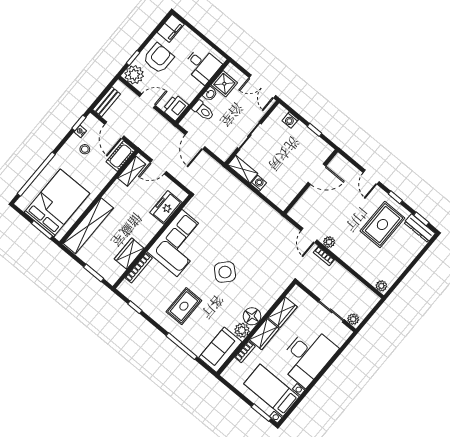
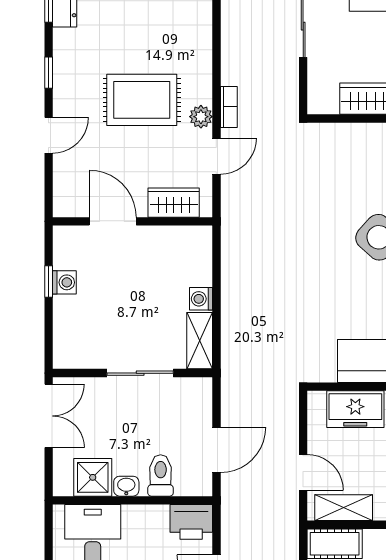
washing machine: (290, 120) -> (64, 282), moved
wardrobe: (305, 204) -> (174, 203), added
rug: (382, 224) -> (142, 100), moved

